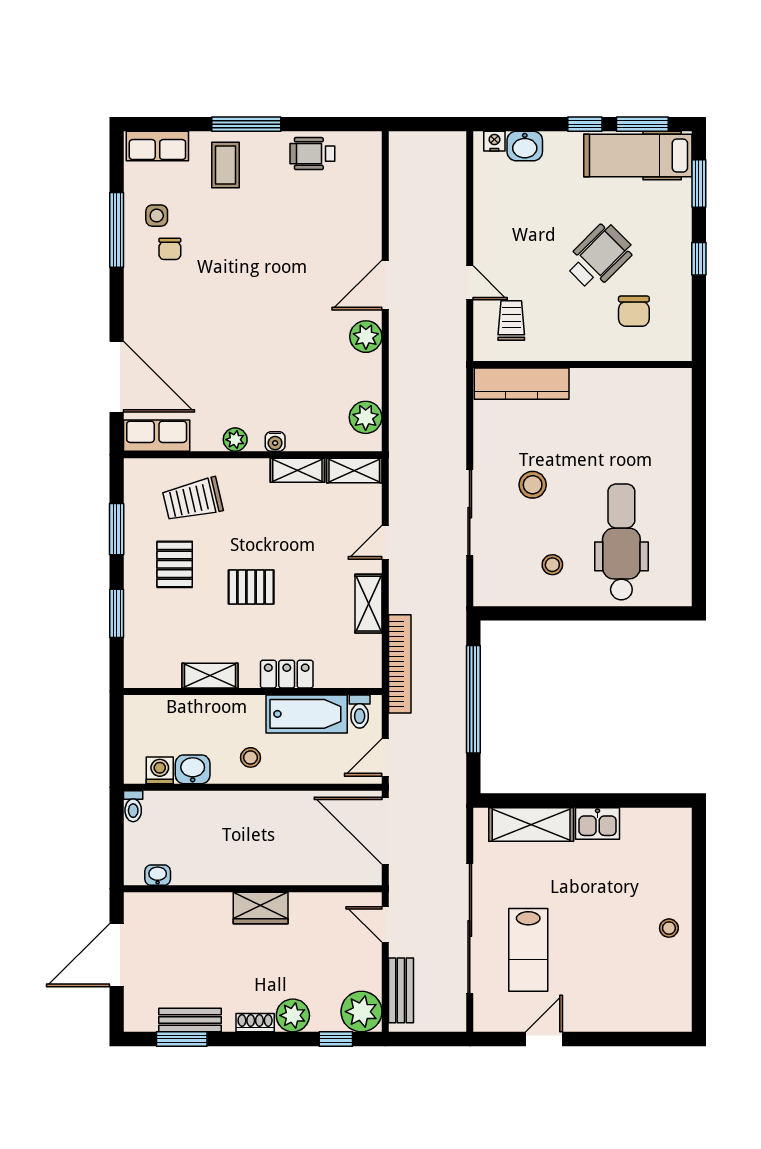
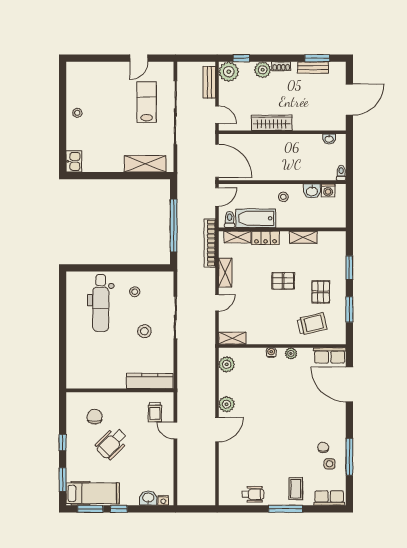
shelving: (297, 470) -> (238, 237), moved
kitchen sink: (598, 823) -> (74, 161), moved, turned 90
wardrobe: (261, 908) -> (272, 123), width x1.50

